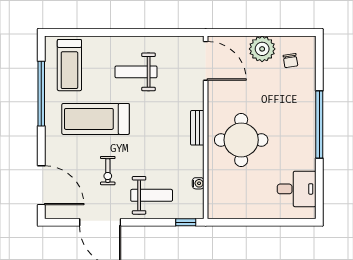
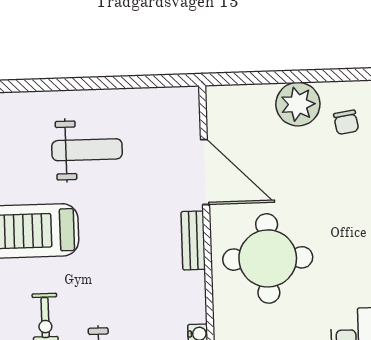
door: (206, 61) -> (205, 172), moved
weight bench: (136, 72) -> (87, 150), turned 180

